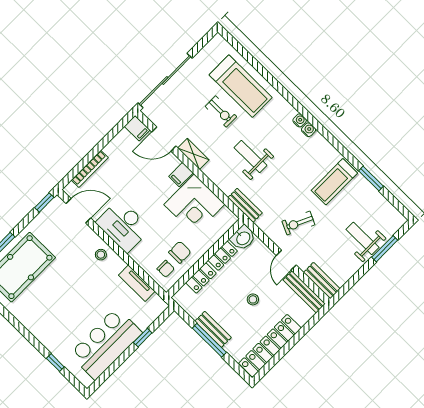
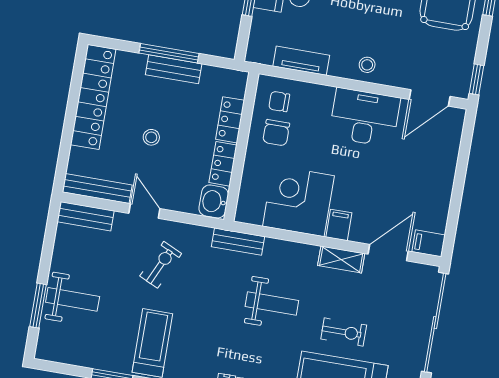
exercise bike: (221, 112) -> (344, 332), turned 180
bookcase: (90, 169) -> (451, 157), removed

